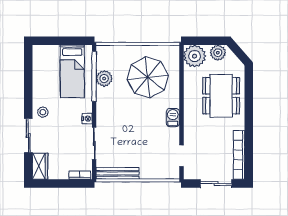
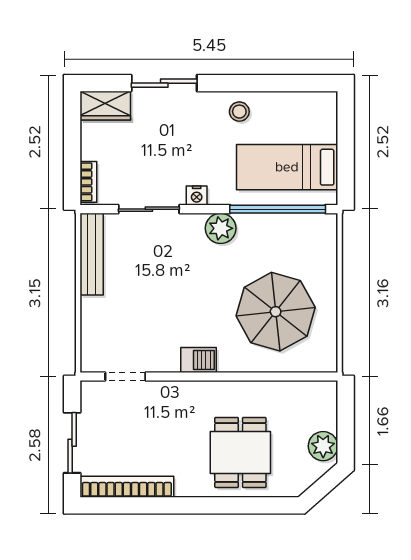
plant: (195, 56) -> (317, 402), removed
plant: (104, 78) -> (221, 228), moved
dining table: (221, 96) -> (240, 452), width x0.73
stool: (43, 112) -> (239, 112), moved

